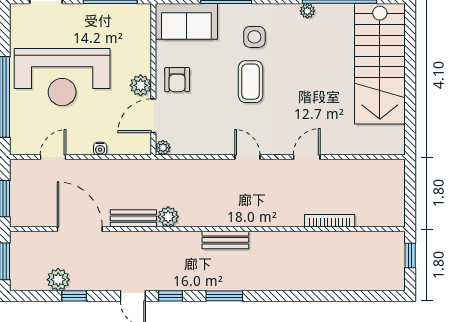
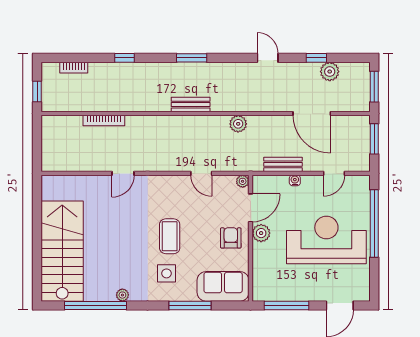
door: (247, 157) -> (201, 173), moved
bench: (133, 218) -> (283, 164), moved
bookcase: (366, 284) -> (74, 68), added
window: (171, 296) -> (125, 58), moved

